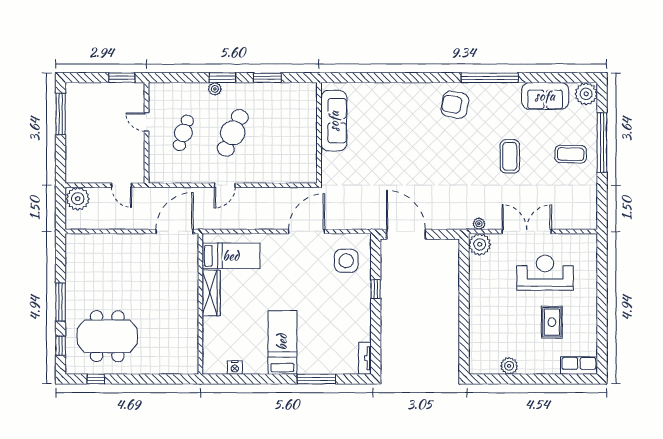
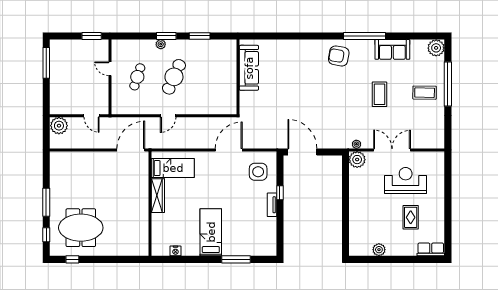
sofa: (545, 96) -> (392, 49), moved
tv unit: (365, 358) -> (272, 205), moved

